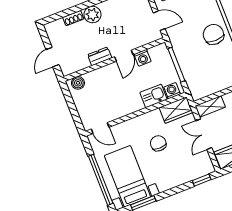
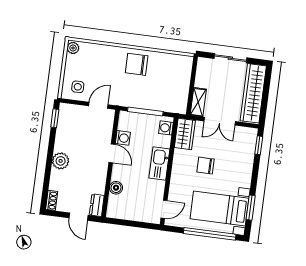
shoe rack: (73, 18) -> (52, 200), moved
dresser: (100, 56) -> (97, 205), moved
boiler: (78, 83) -> (116, 188), moved
kitchen sink: (154, 96) -> (159, 164), moved, width x1.38

